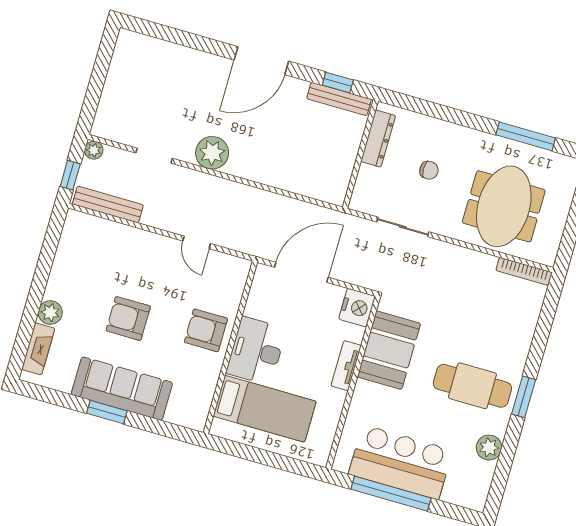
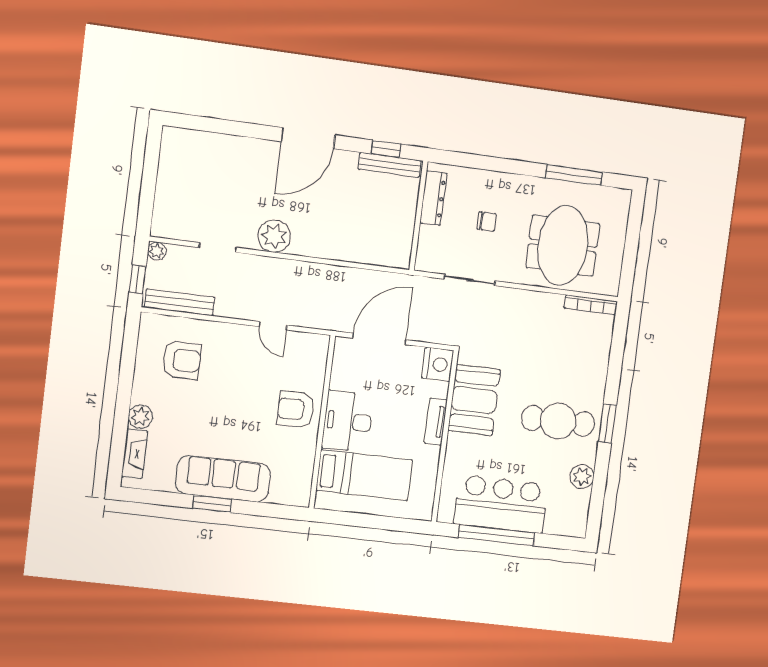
armchair: (128, 318) -> (182, 360), moved, turned 180

